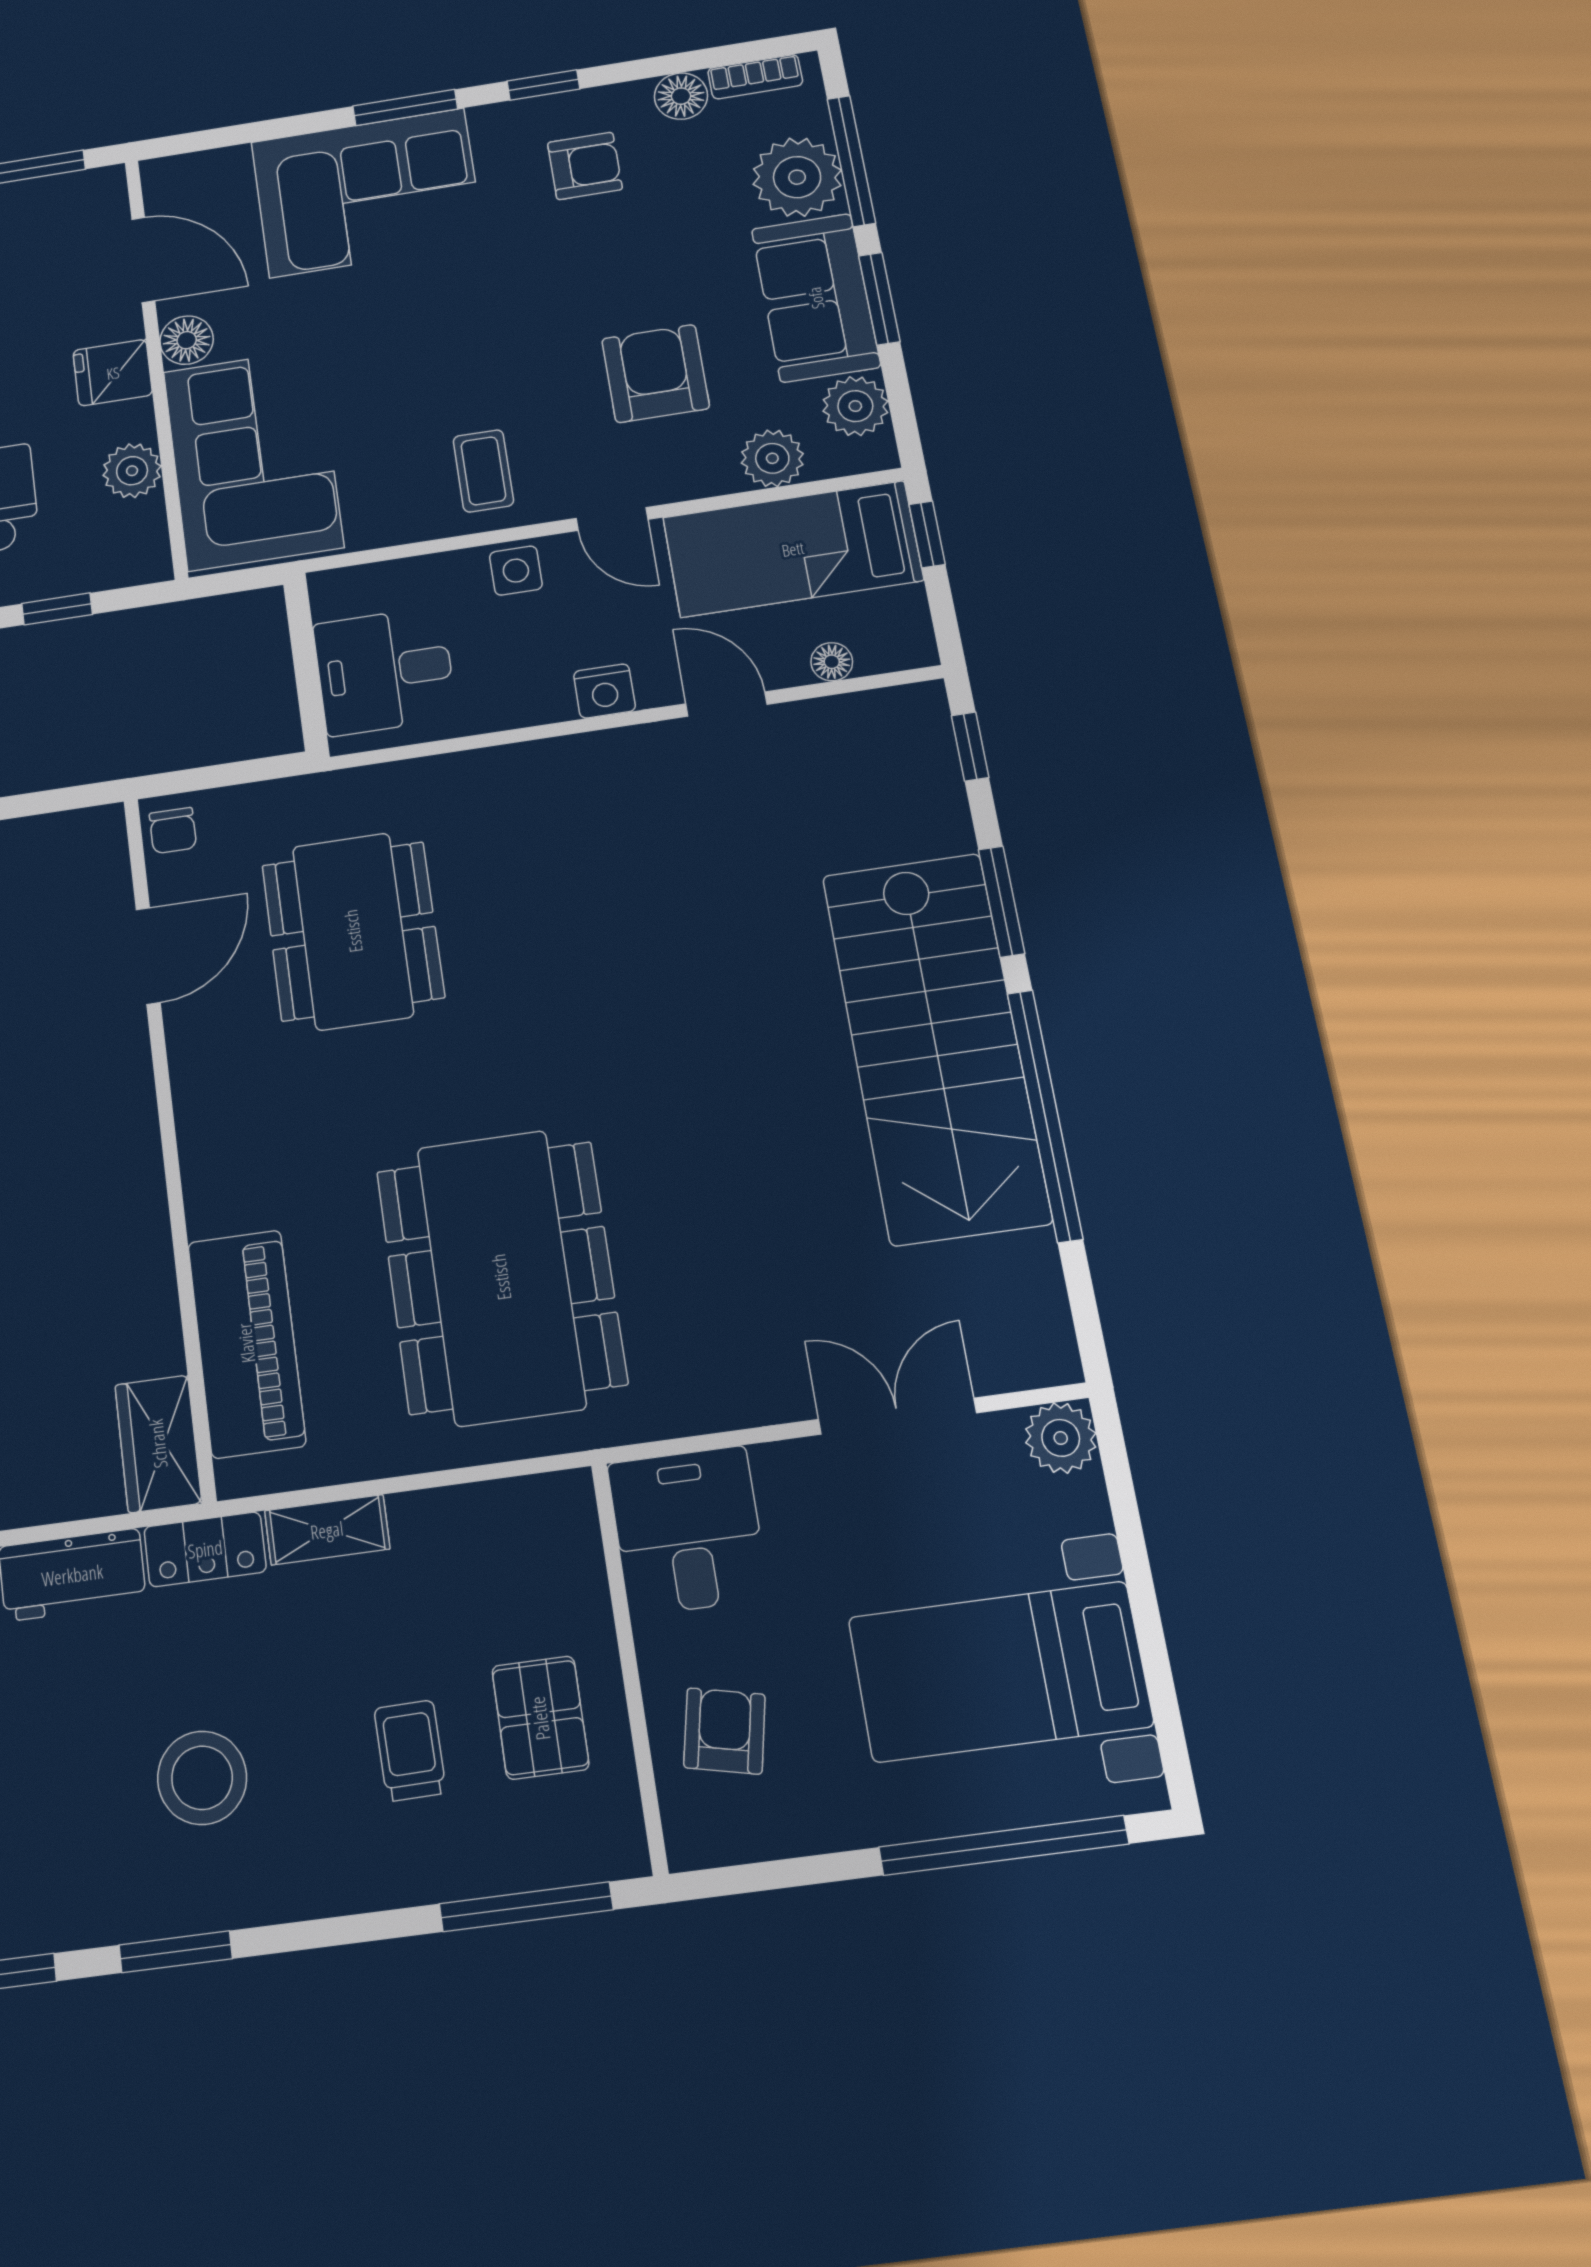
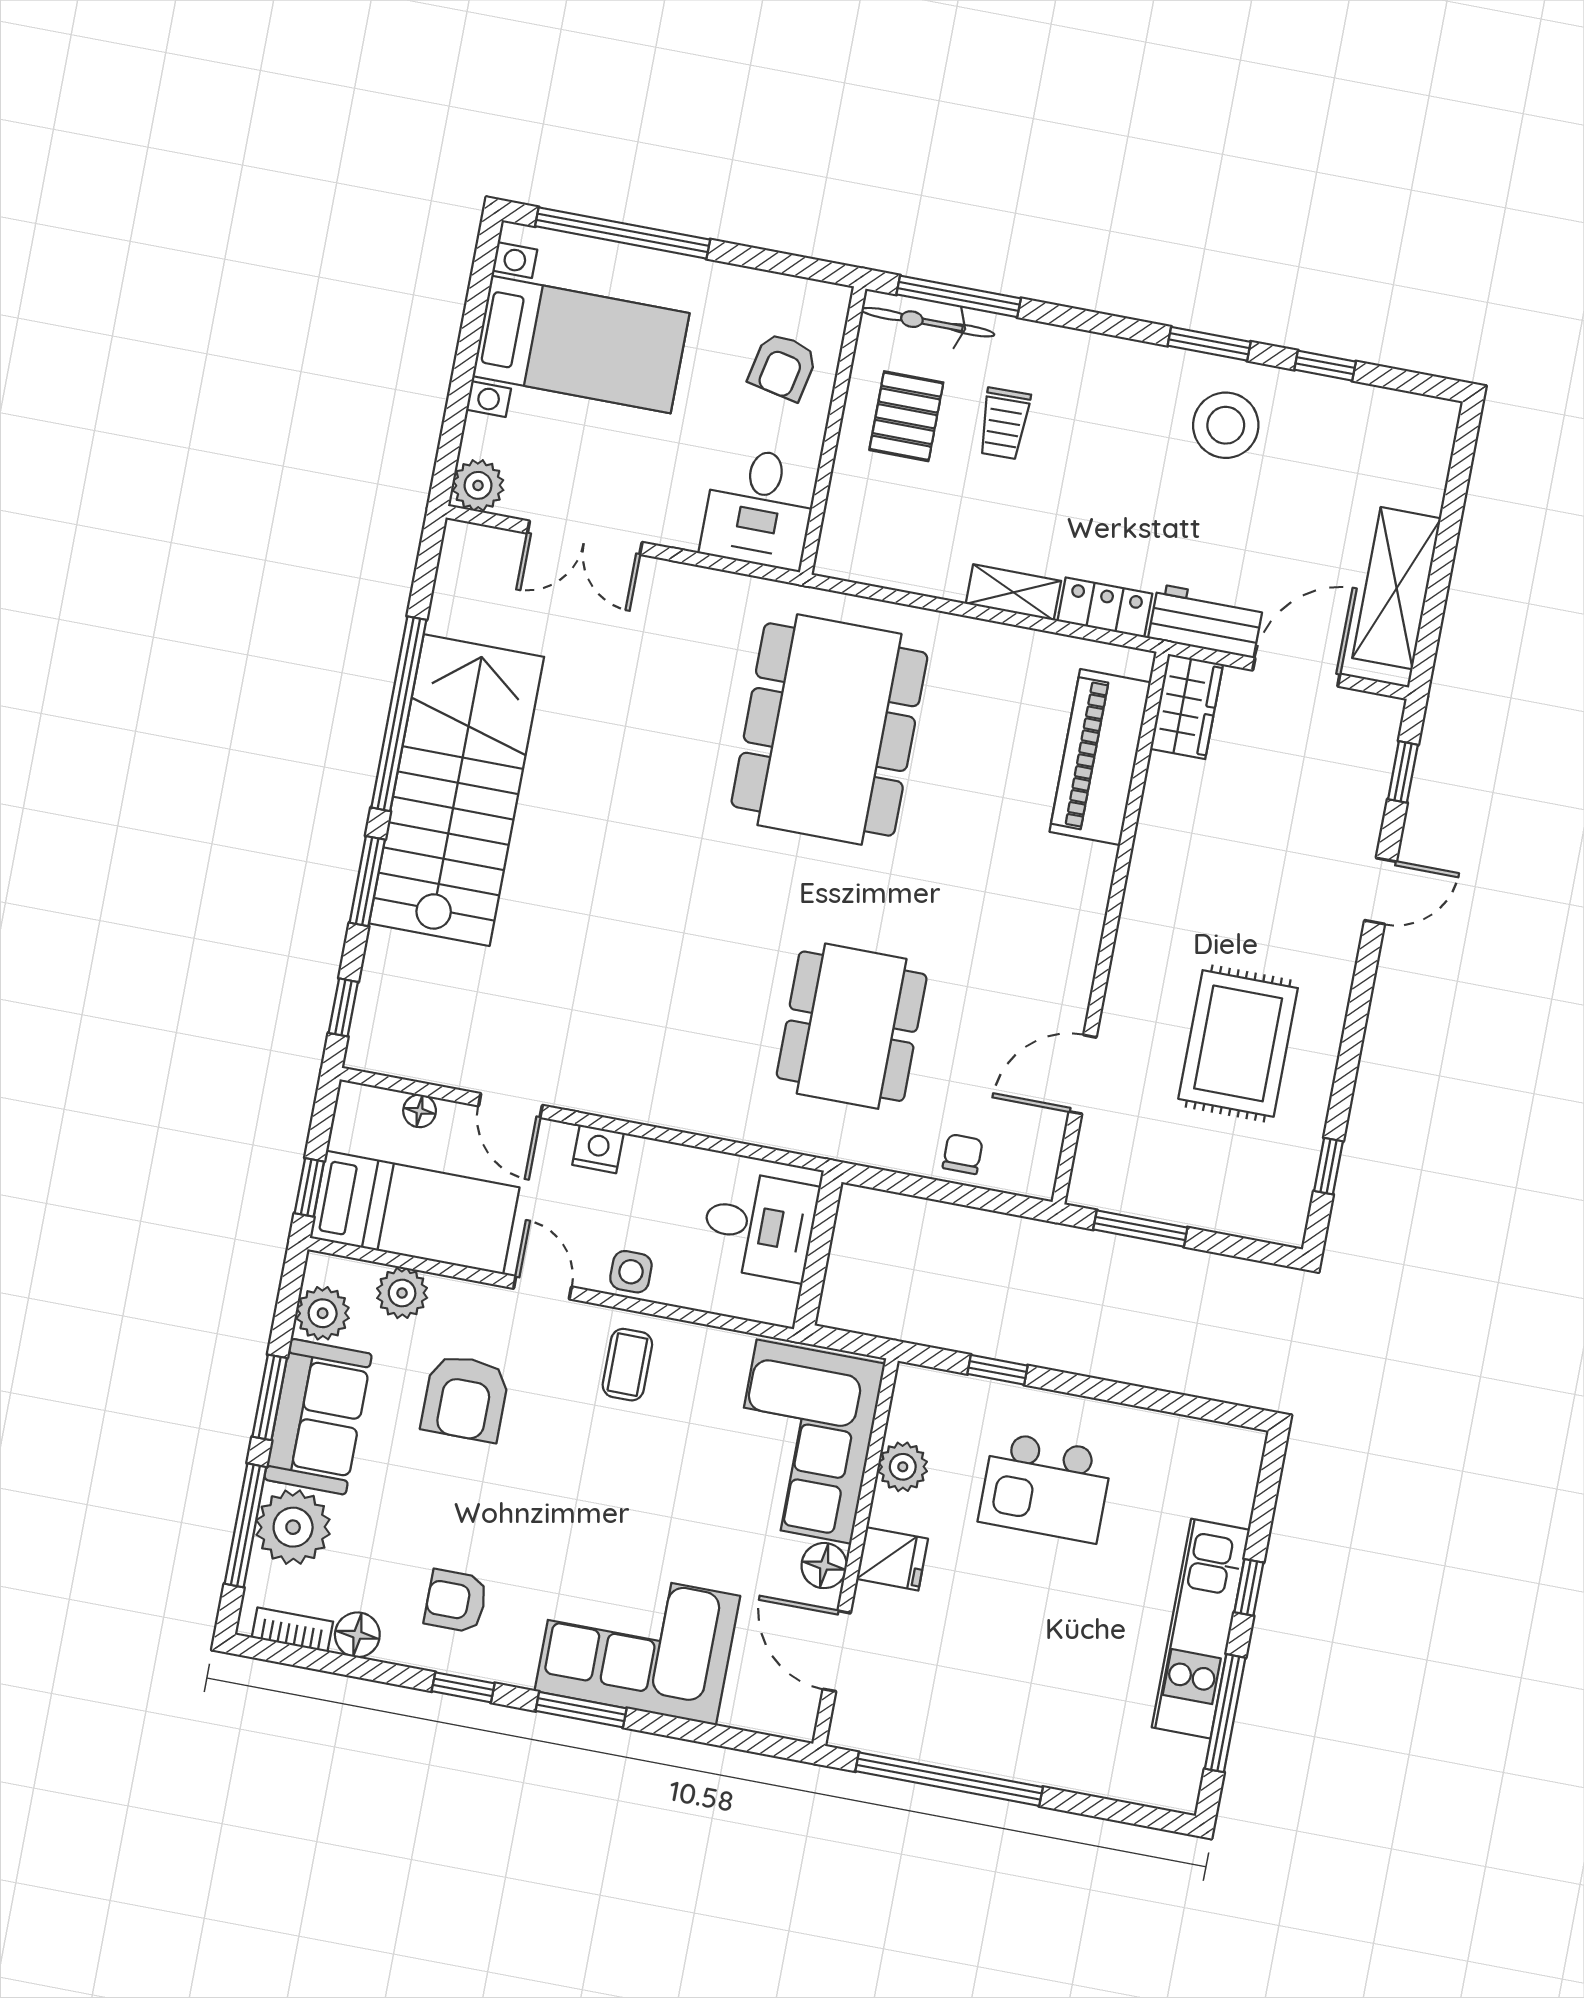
door: (148, 956) -> (1083, 1074), moved
wall: (169, 1139) -> (1110, 928), moved
piano: (246, 1343) -> (1100, 757), moved
wardrobe: (158, 1444) -> (1187, 707), moved
stool: (202, 1778) -> (1226, 425), moved
bicycle: (555, 1857) -> (928, 322), added

